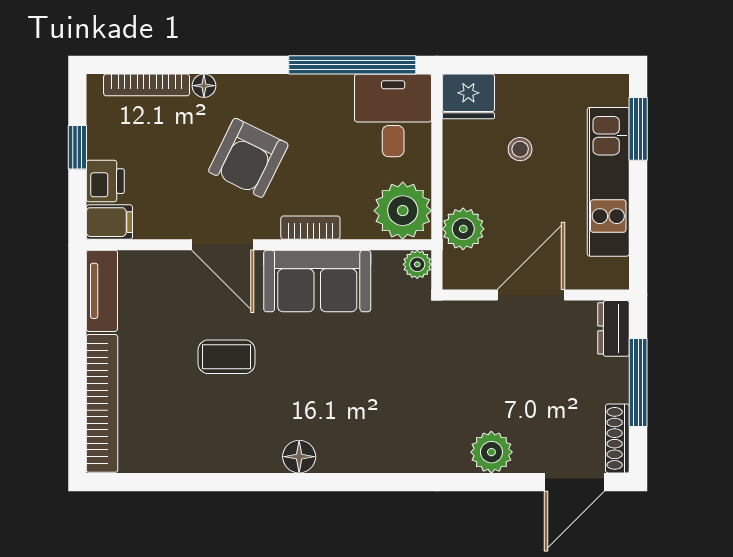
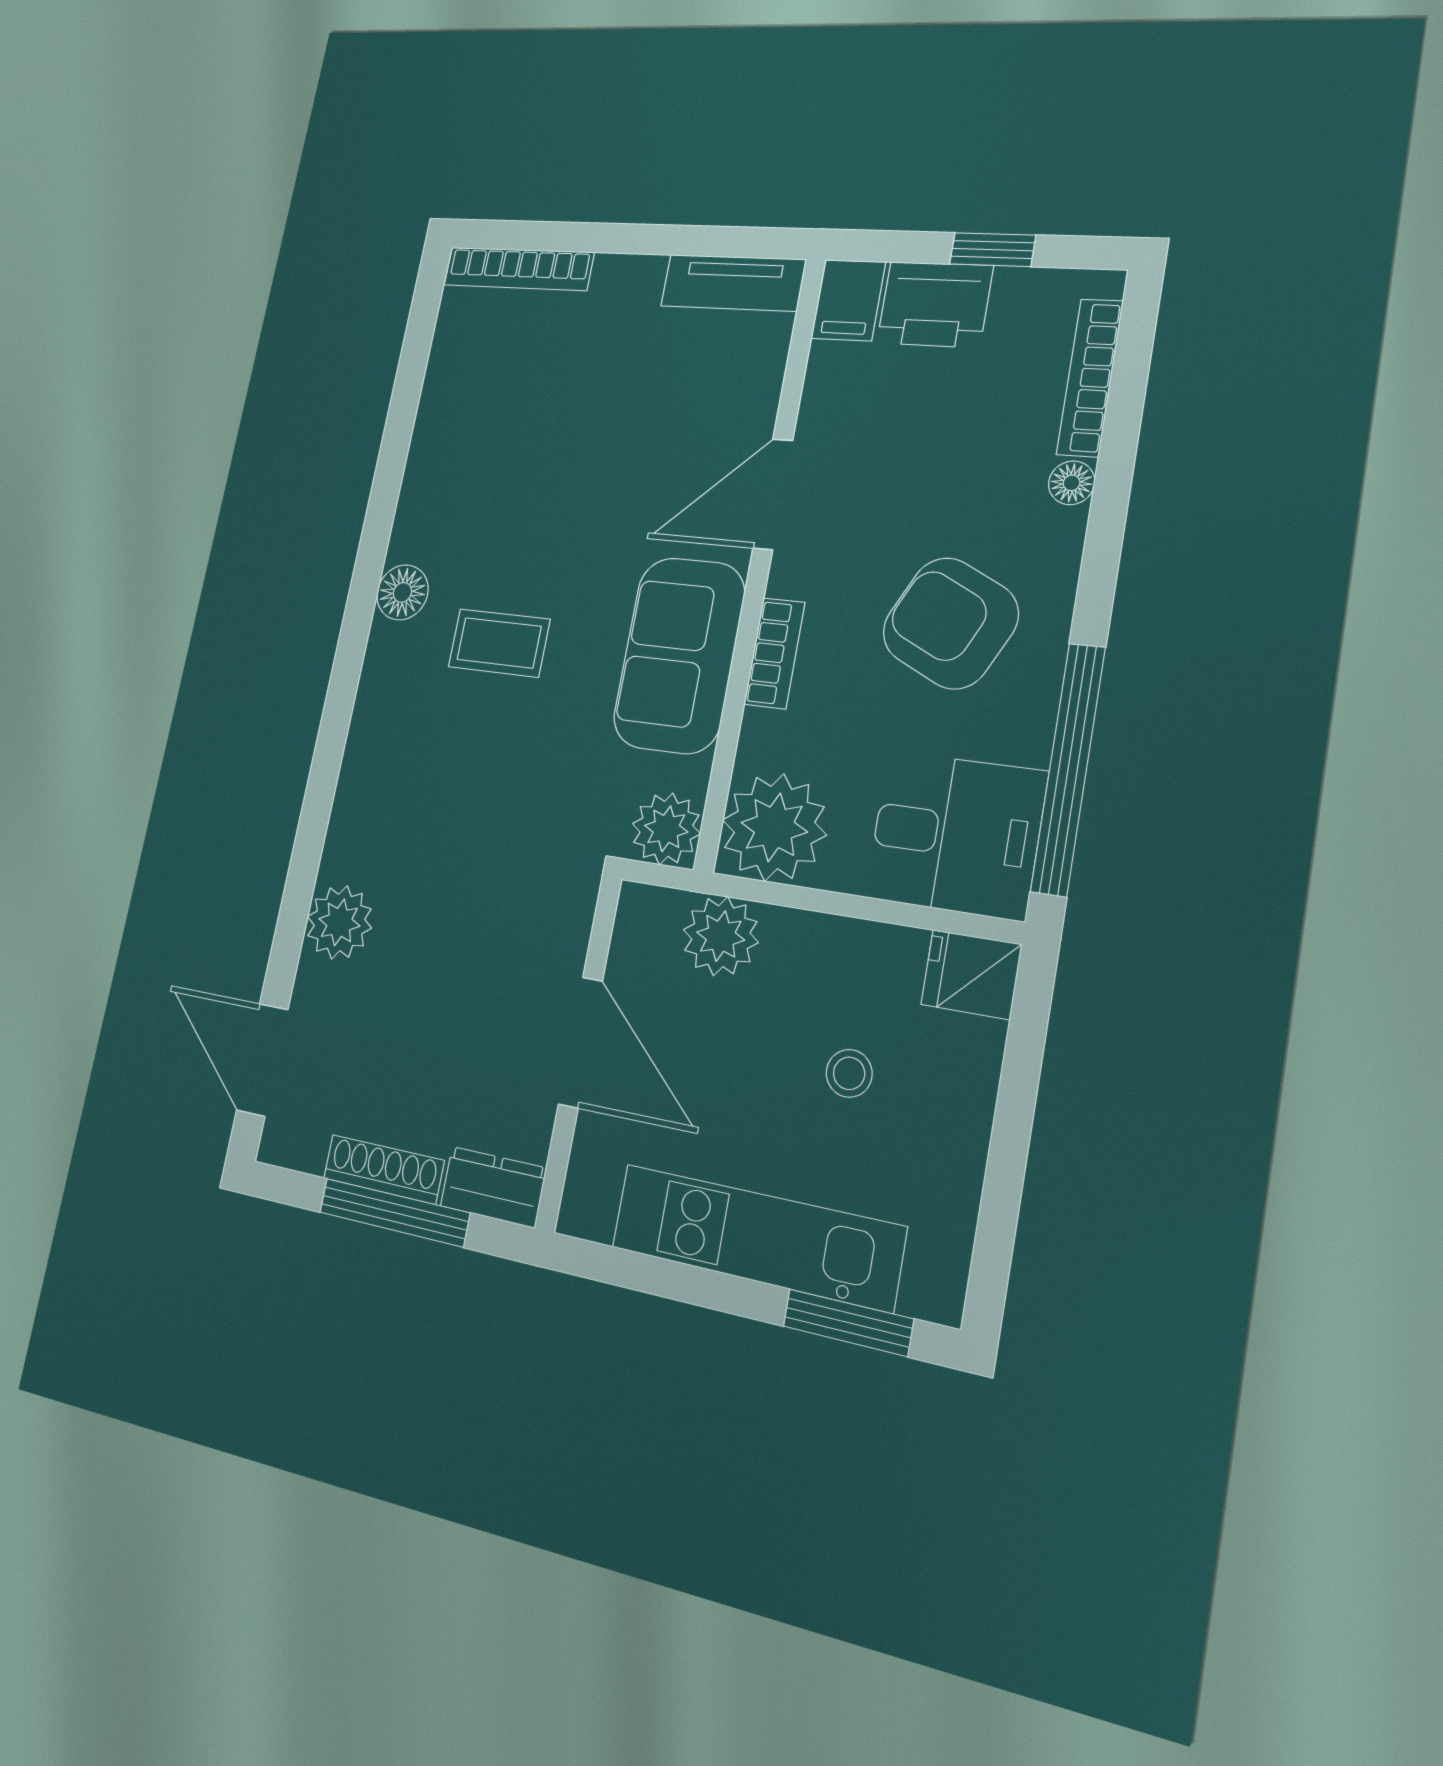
fridge: (468, 96) -> (971, 974), width x0.72
armchair: (248, 158) -> (950, 623), moved
printer: (105, 181) -> (935, 304), width x1.36, depth x1.24
plant: (417, 264) -> (666, 829), width x1.38, depth x1.38
coffee table: (226, 357) -> (499, 643), moved, turned 90
bookcase: (102, 403) -> (518, 269), width x0.68, depth x0.76
shoe rack: (617, 438) -> (384, 1169), moved

